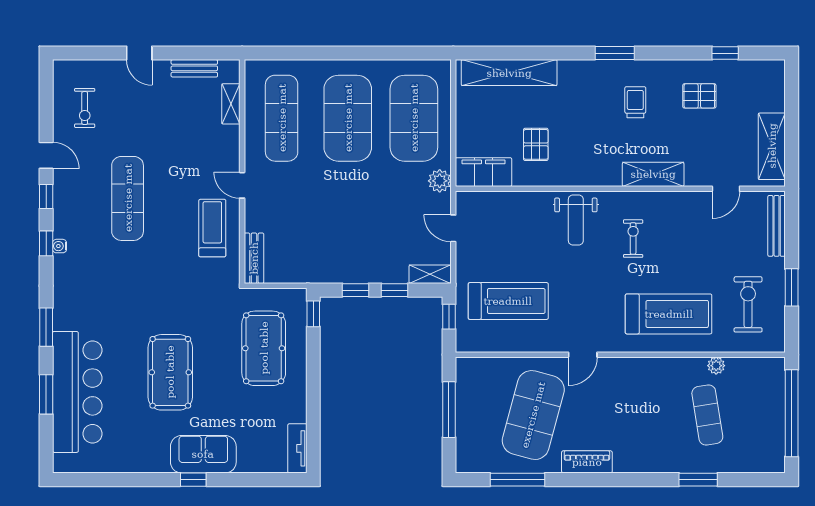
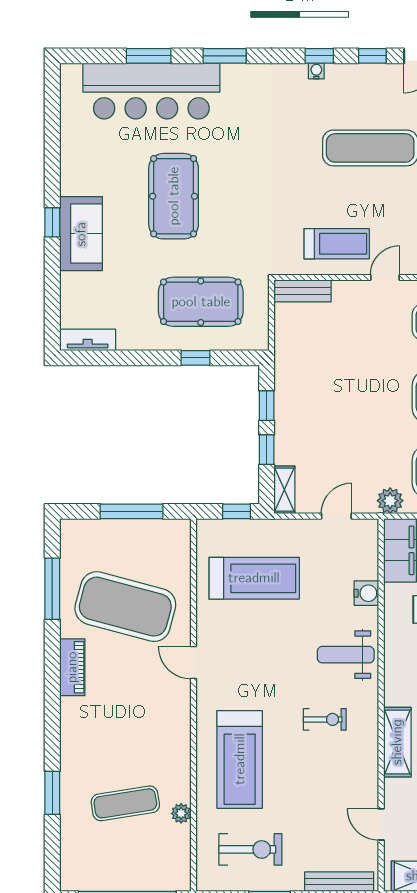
water cooler: (521, 202) -> (366, 593), added
treadmill: (508, 301) -> (254, 578), turned -90
window: (313, 314) -> (196, 358), moved
pool table: (170, 372) -> (174, 196), turned 90

